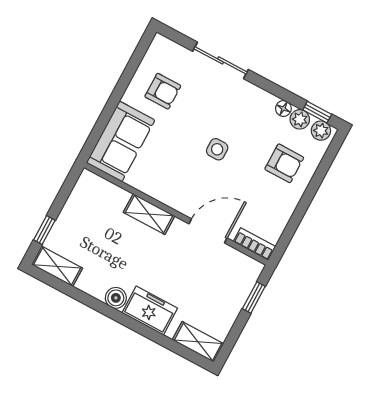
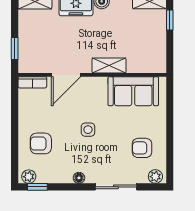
floor lamp: (283, 109) -> (79, 178), moved
plant: (300, 119) -> (155, 177), moved
sofa: (121, 141) -> (133, 91), moved, turned -90

